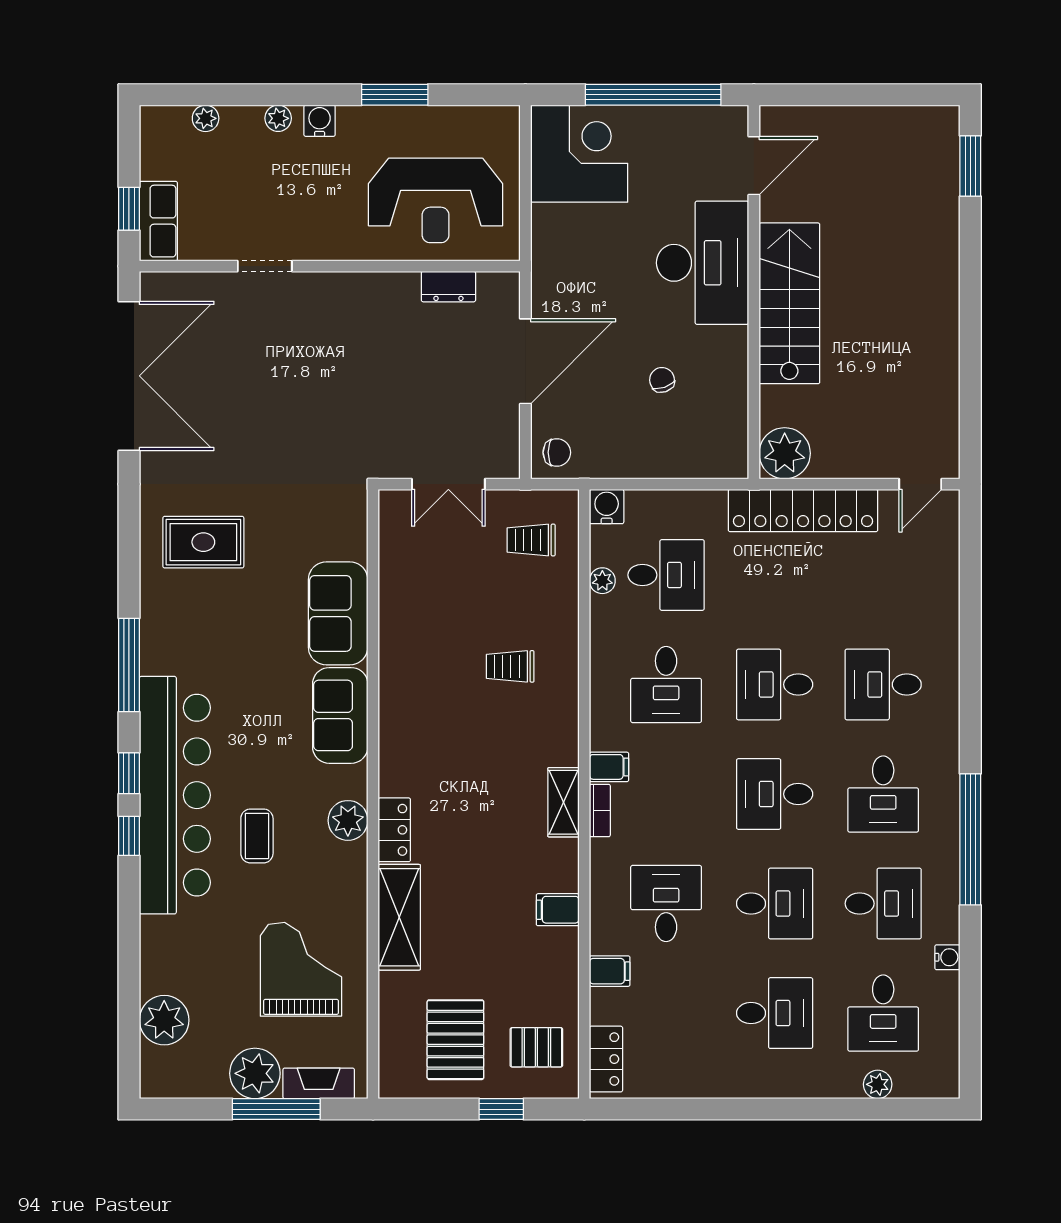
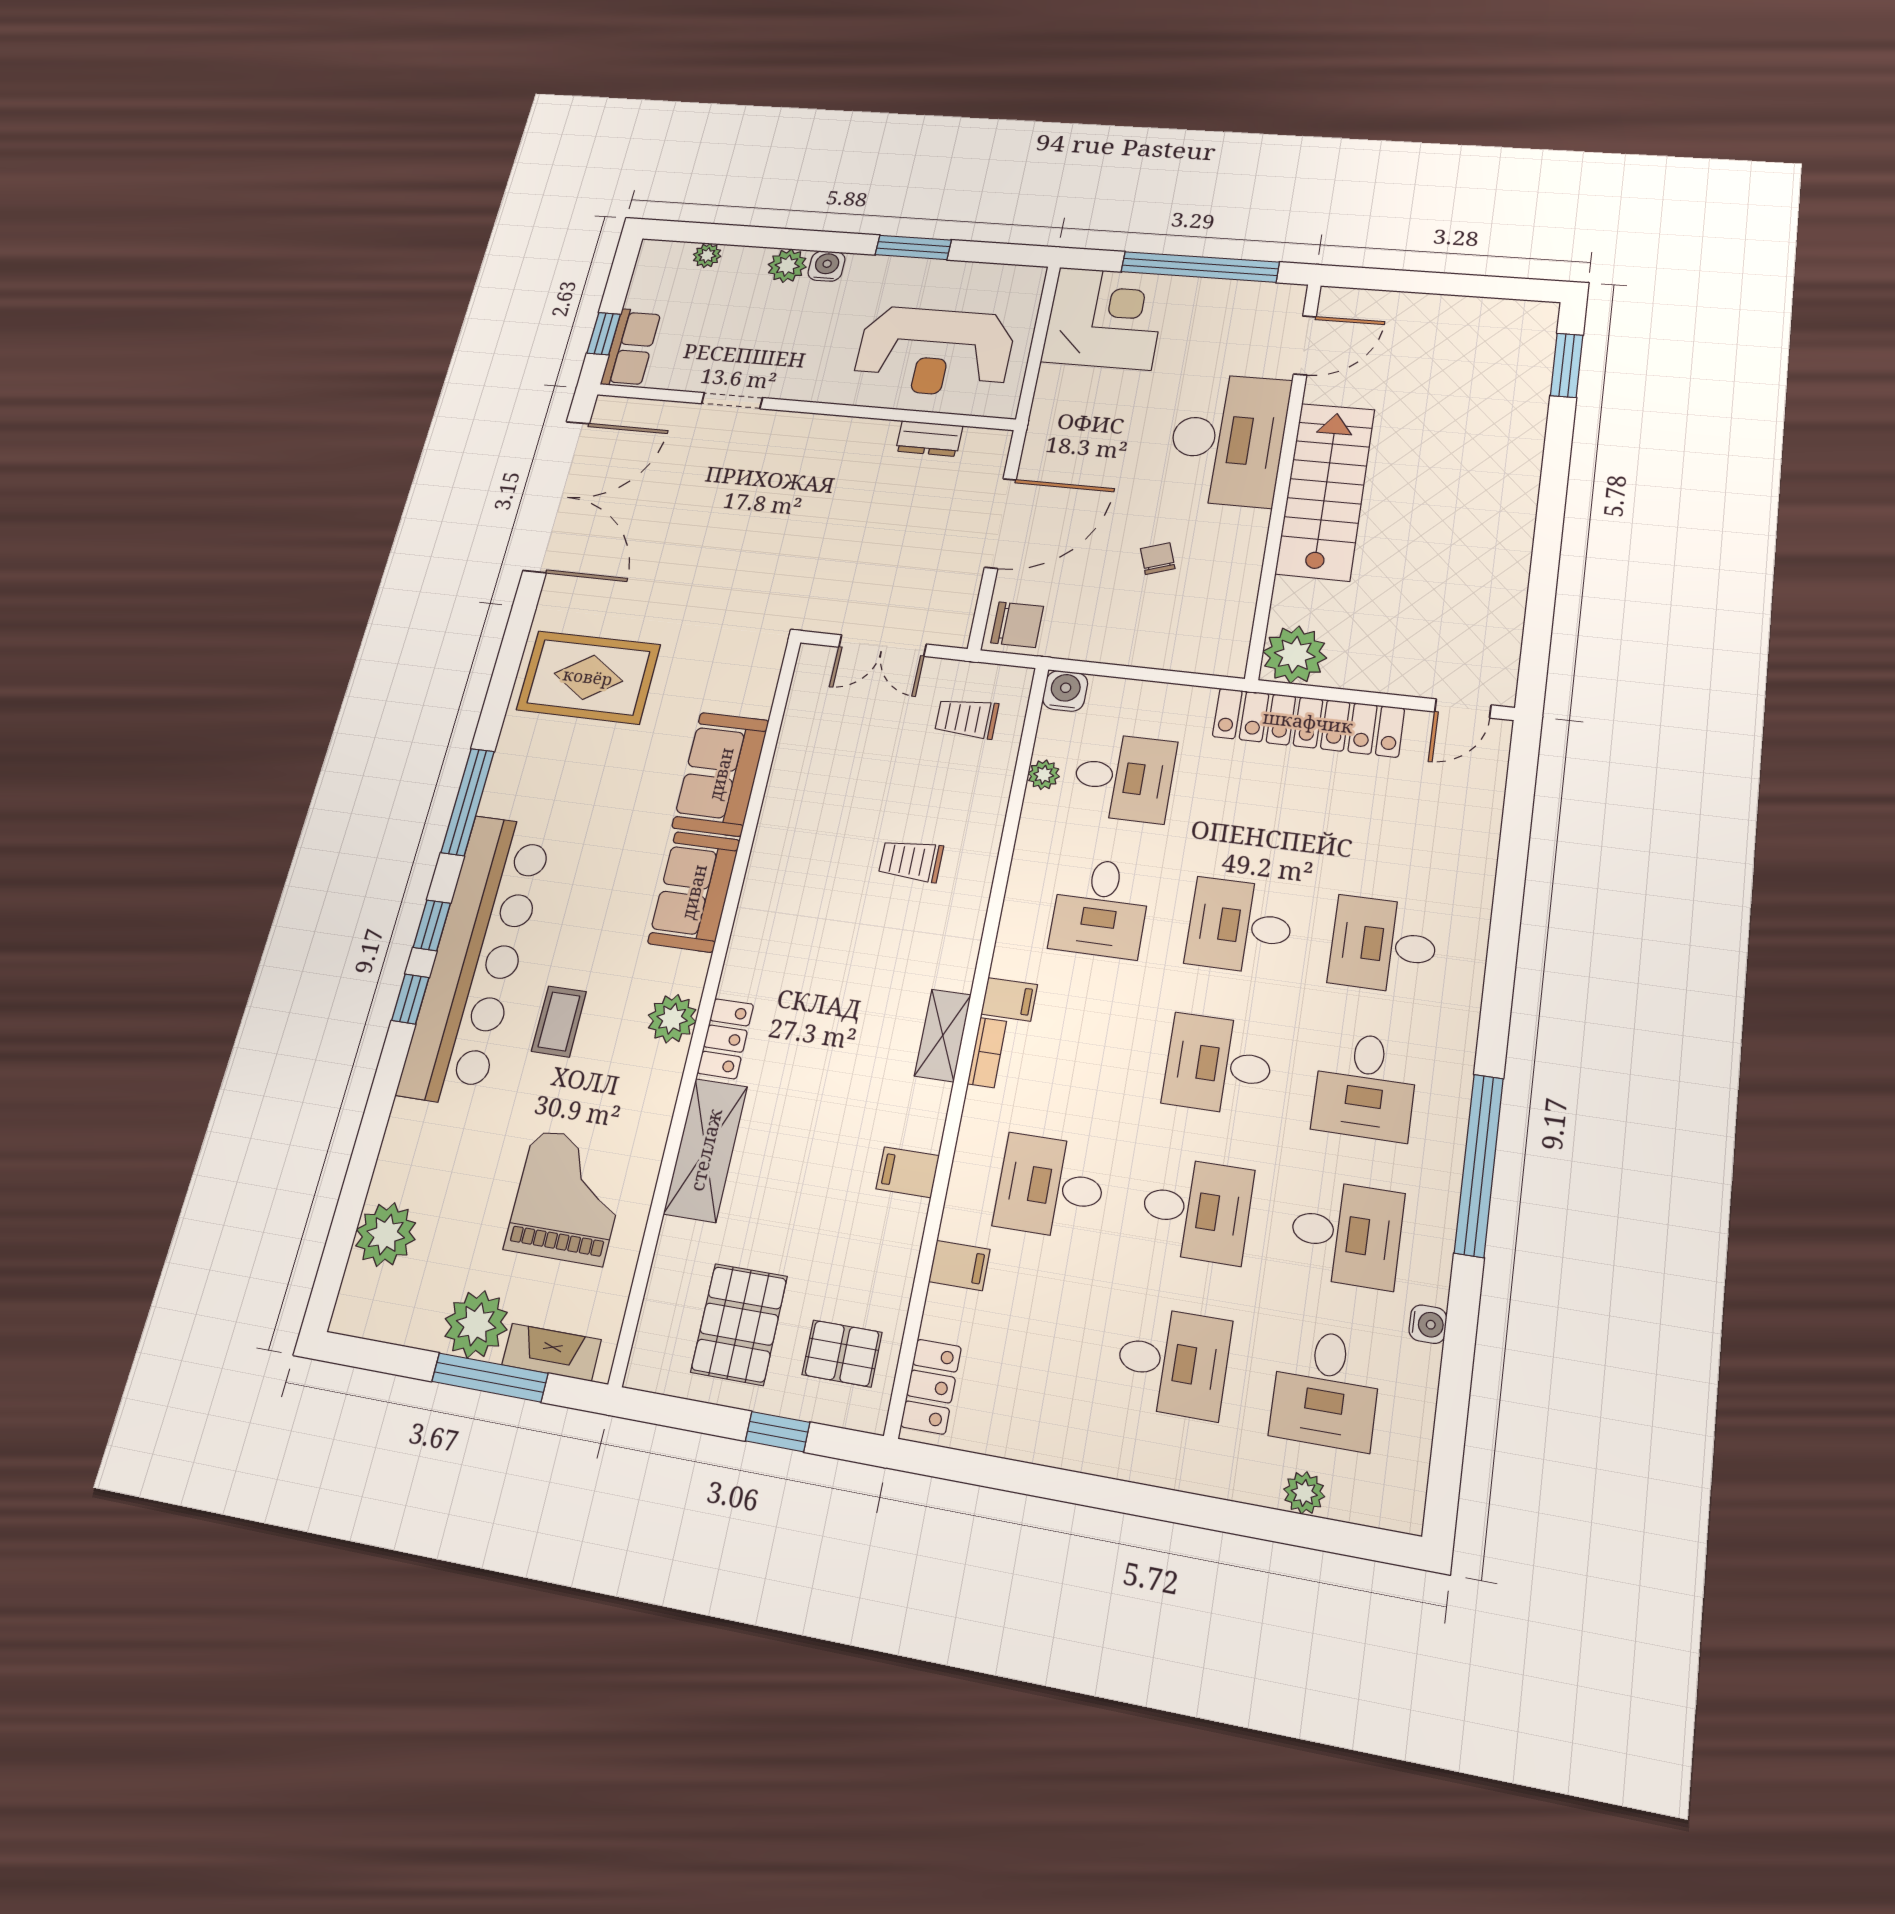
plant: (278, 118) -> (787, 266), width x1.38, depth x1.38
chair: (557, 452) -> (1017, 625), width x1.37, depth x1.37
rug: (203, 542) -> (588, 677), width x1.36, depth x1.43
desk: (666, 904) -> (1051, 1187), turned -90

